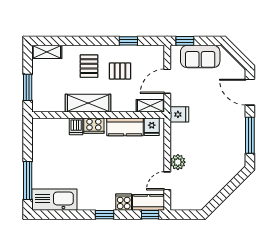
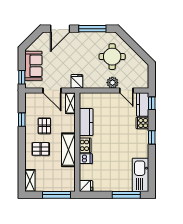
window: (28, 87) -> (57, 195), width x1.44
fridge: (152, 127) -> (86, 186), moved
round table: (212, 162) -> (112, 57), added

